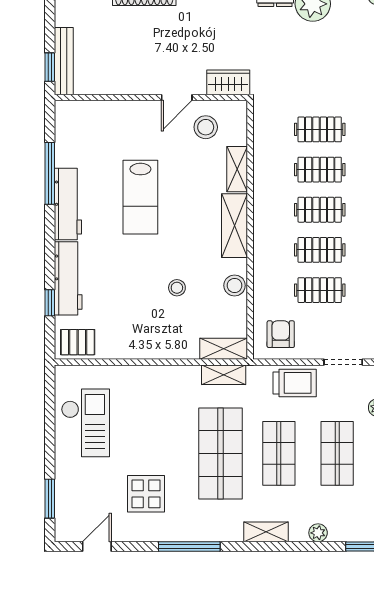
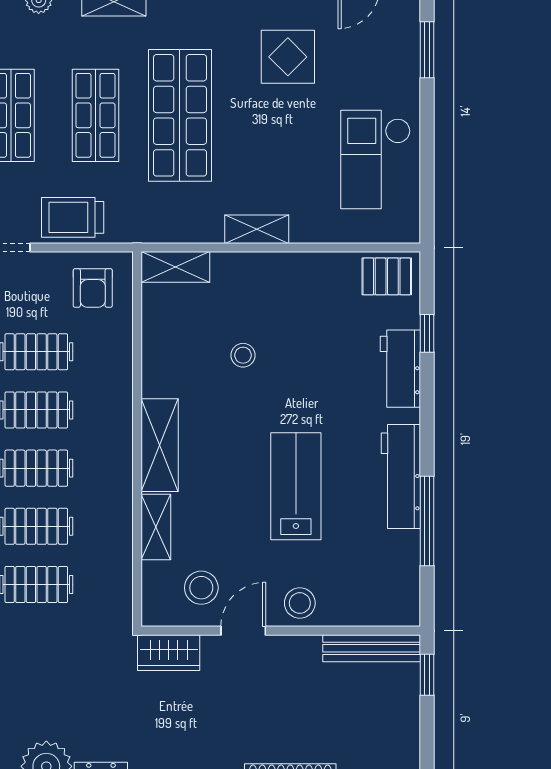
bench: (64, 61) -> (372, 648), moved, turned 90
workbench: (68, 278) -> (400, 369), width x0.73
stool: (235, 285) -> (300, 603), moved
shelving: (224, 375) -> (257, 229), moved

